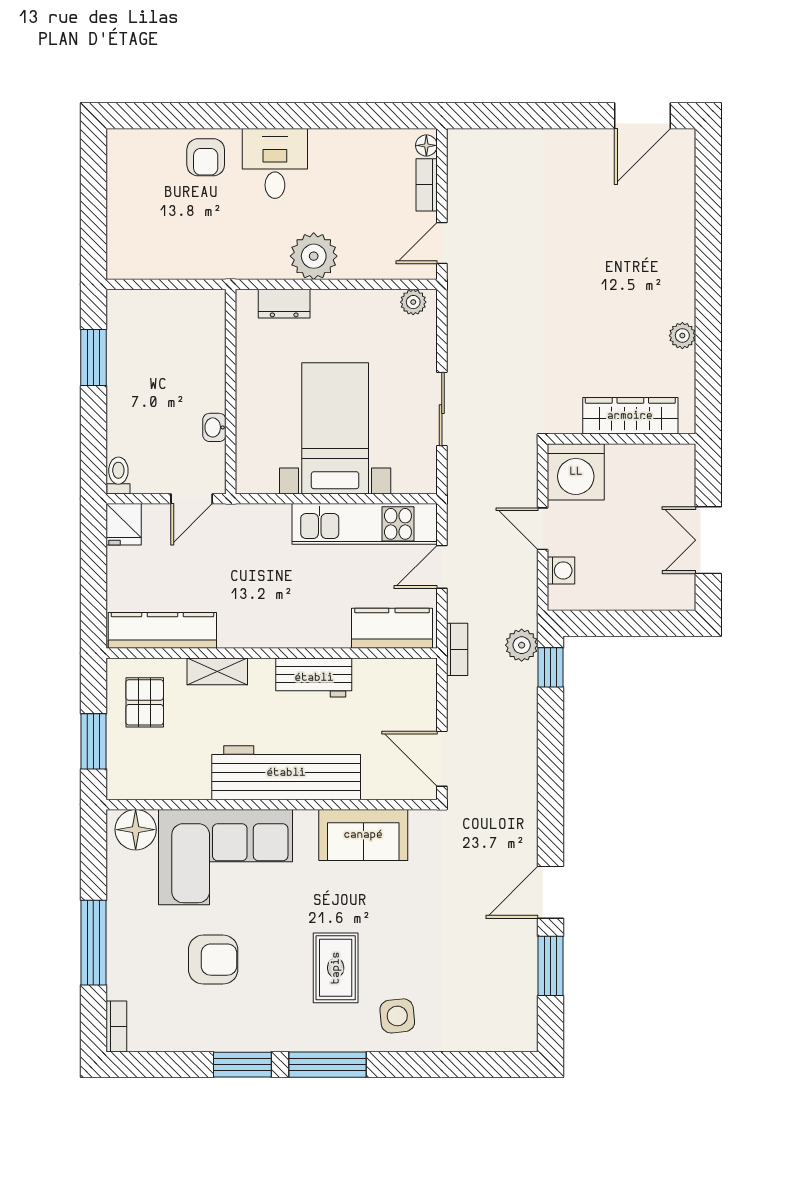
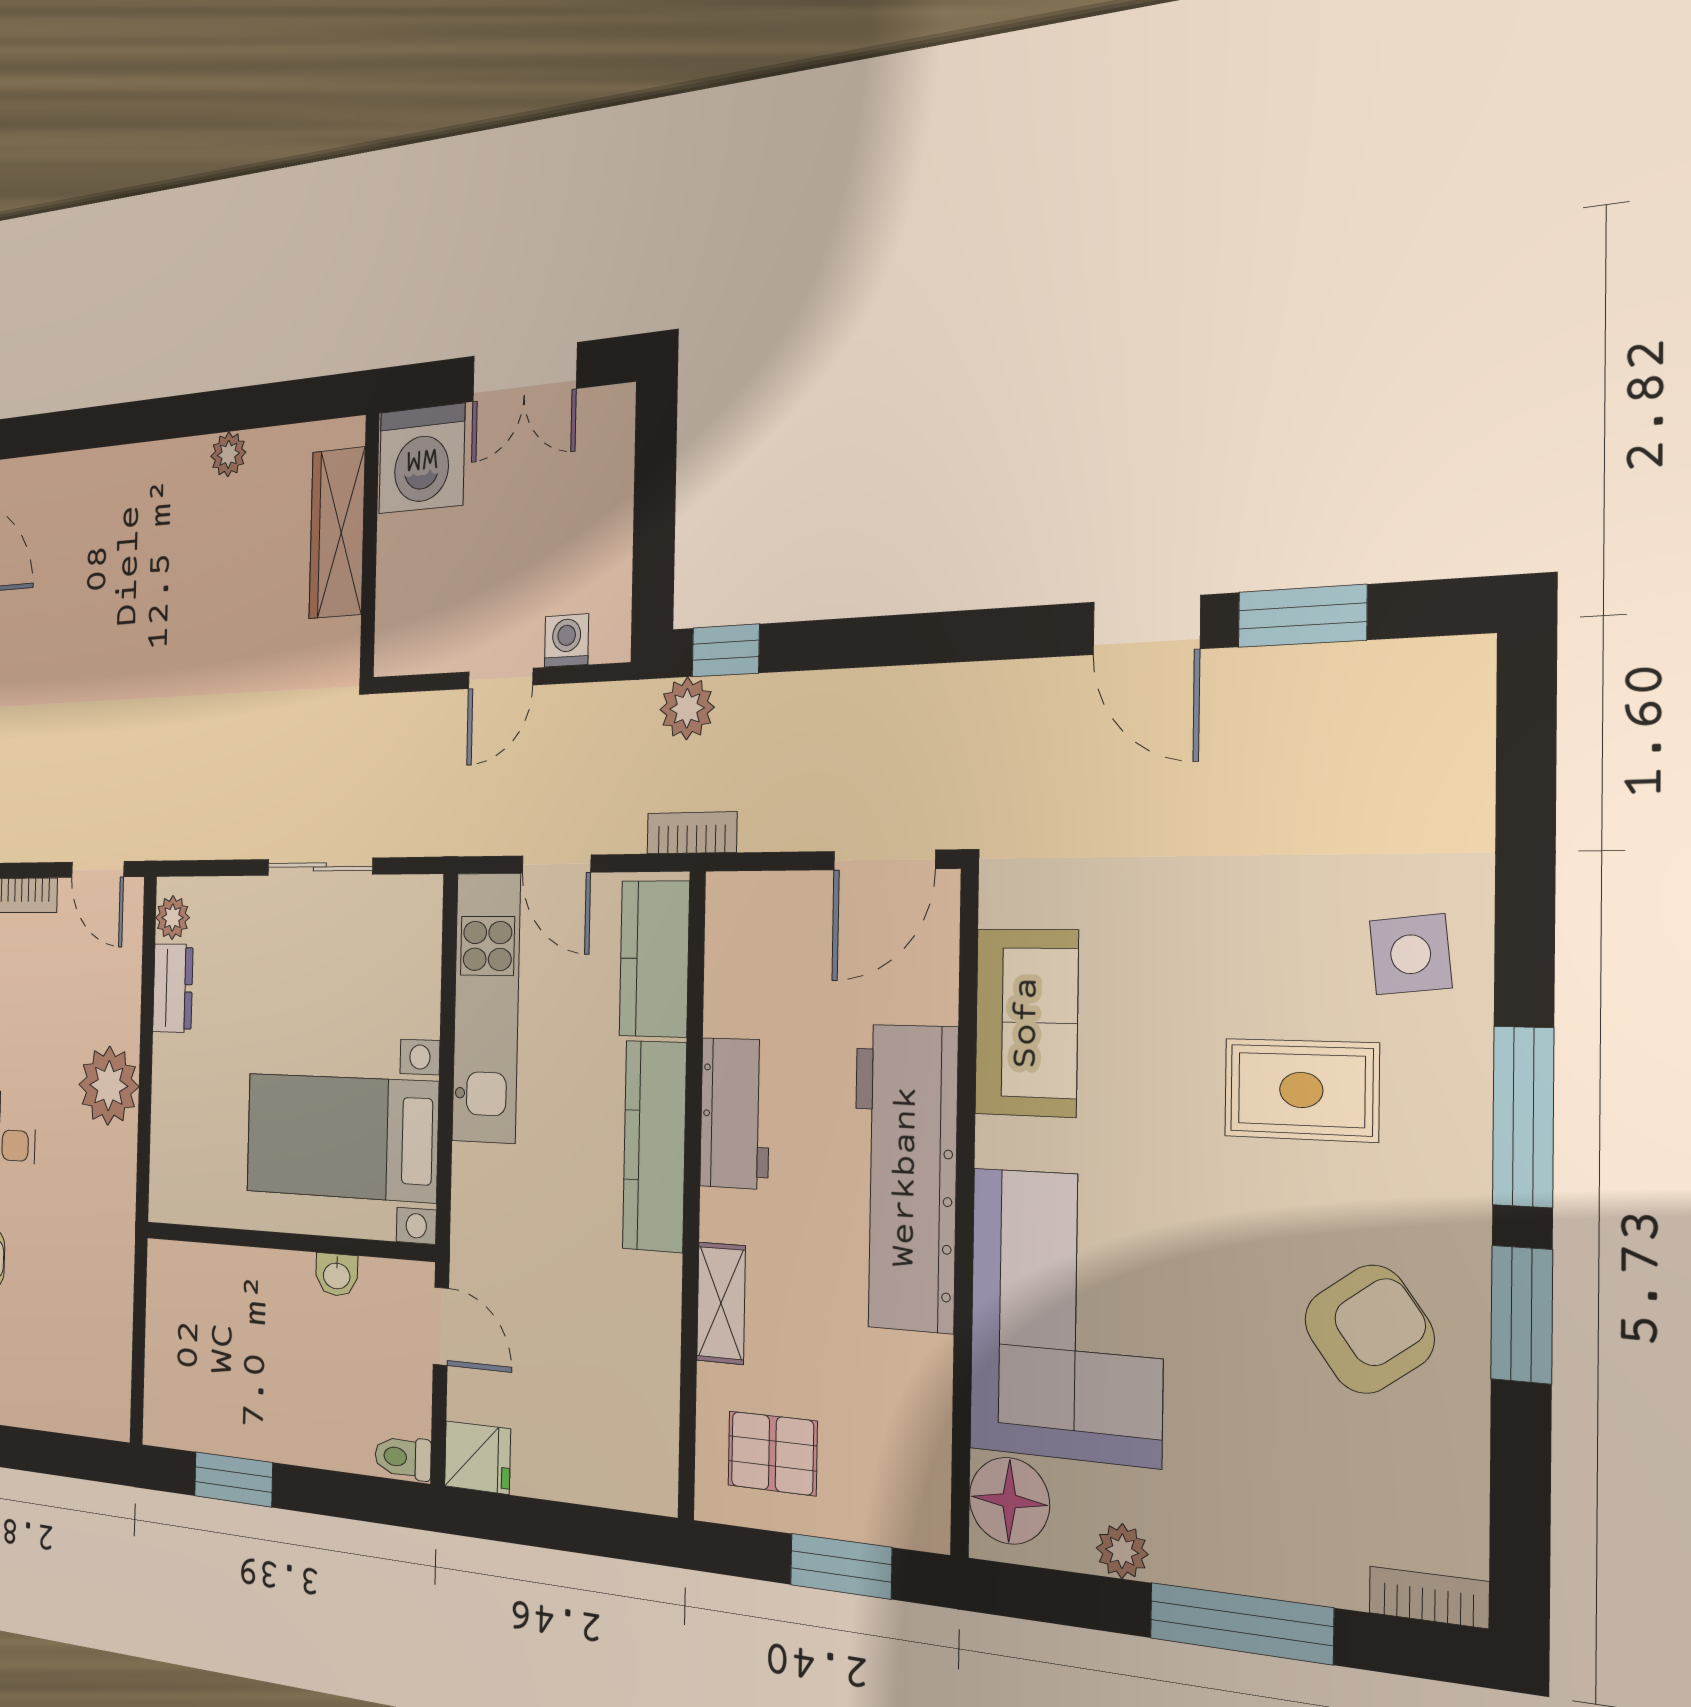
dresser: (284, 304) -> (173, 988), moved
bed with nightstands: (335, 428) -> (341, 1137), moved
washing machine: (576, 472) -> (422, 459), moved, turned 90
kitchen counter: (162, 630) -> (654, 1146), moved
plant: (119, 886) -> (1122, 1551), added
armchair: (213, 960) -> (1369, 1329), moved, turned 54

